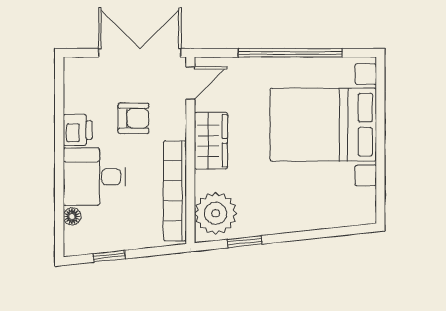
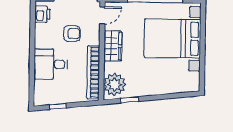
printer: (78, 130) -> (43, 14), moved
floor lamp: (72, 217) -> (38, 85), removed

